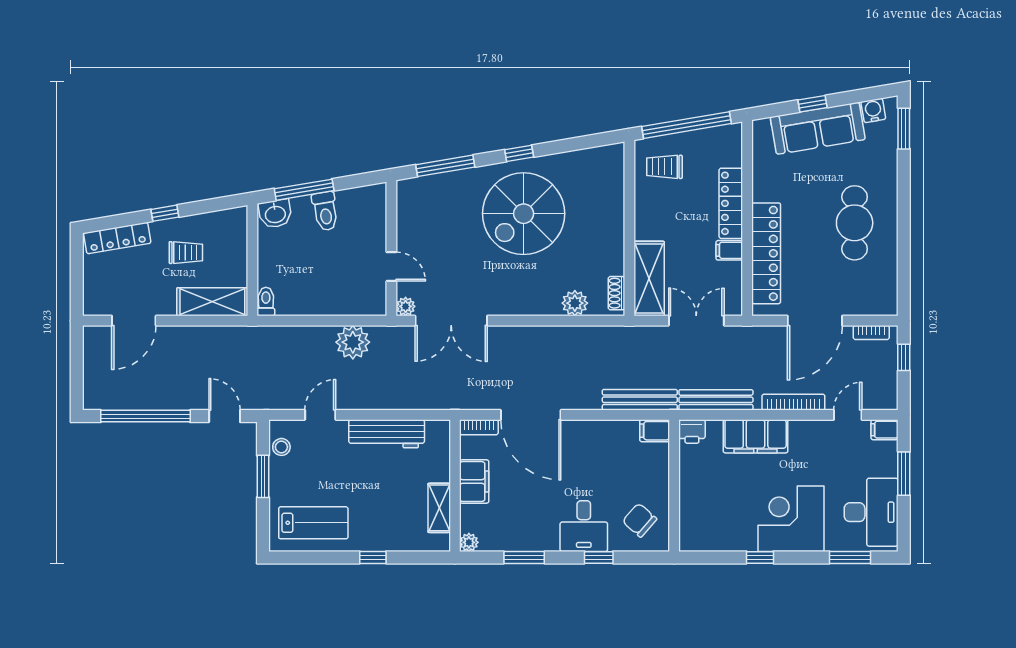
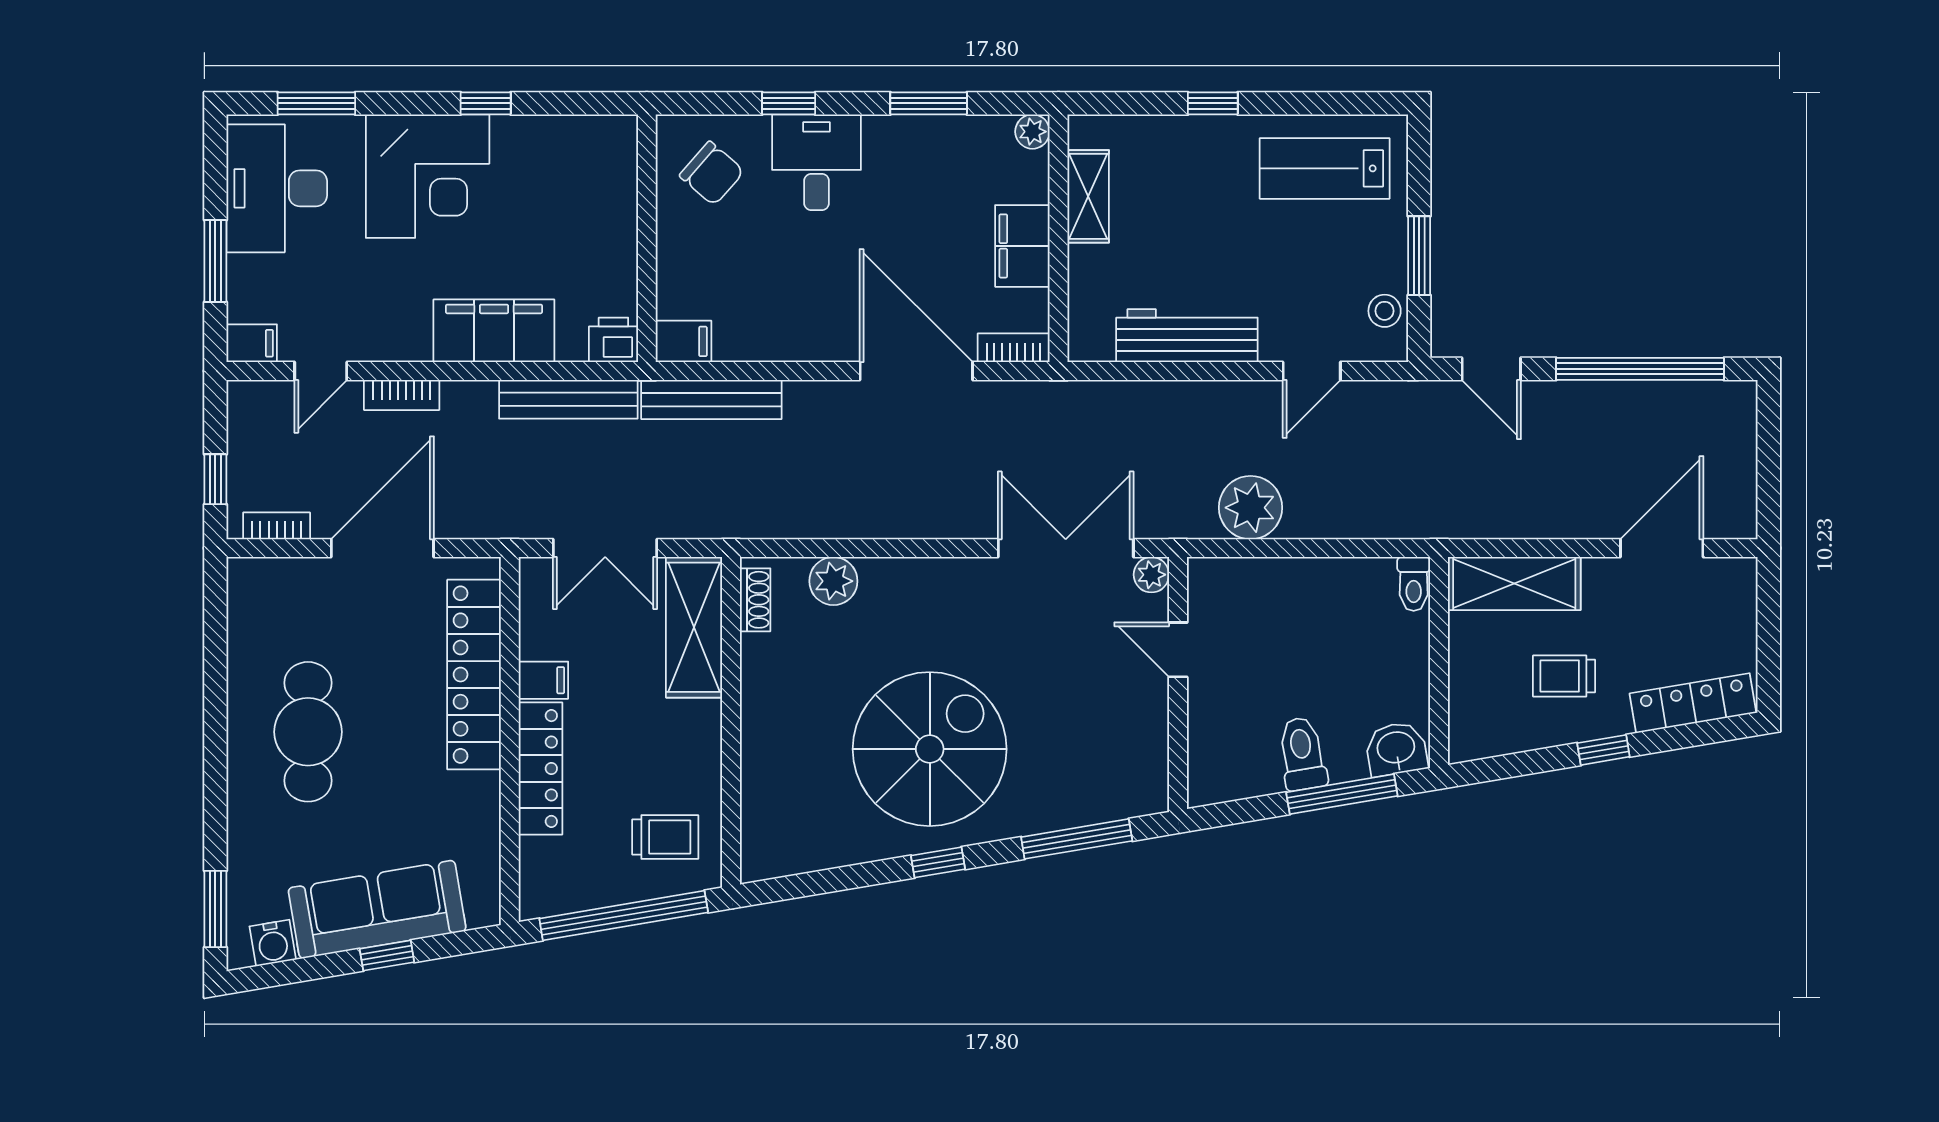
bookcase: (793, 402) -> (402, 395), width x0.64

